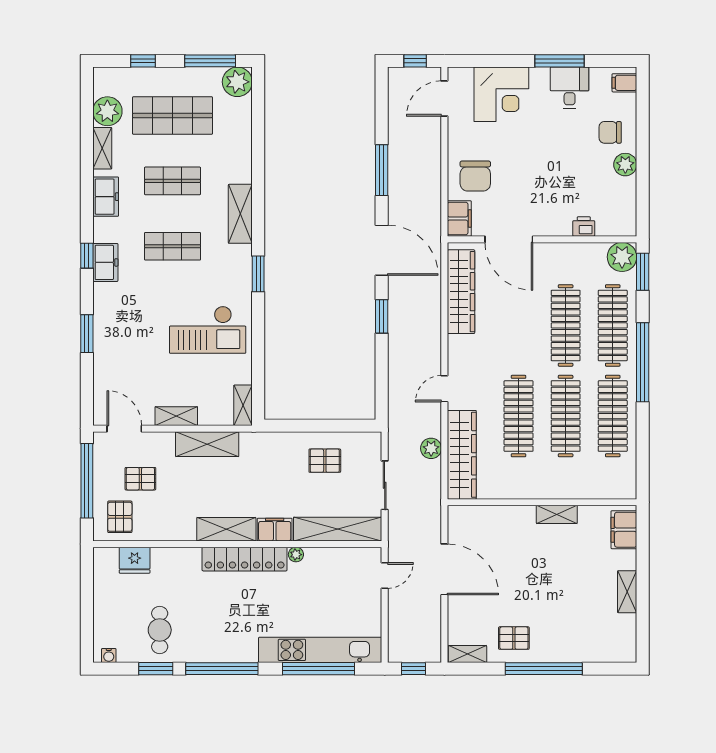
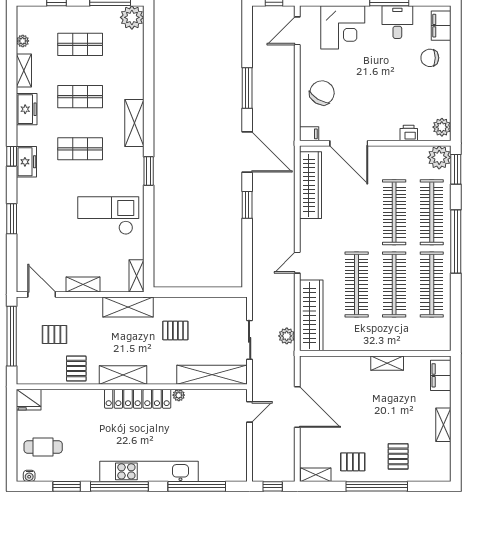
filing cabinet: (624, 83) -> (441, 26), width x2.00
plant: (107, 111) -> (23, 41), width x0.53, depth x0.53
shop shelf: (173, 116) -> (80, 44), width x0.70, depth x0.74
plant: (625, 165) -> (442, 127), moved
chair: (475, 176) -> (322, 93), turned -149
filing cabinet: (459, 218) -> (309, 134), width x0.50
checkout: (208, 330) -> (108, 216), turned 180
shelving: (207, 444) -> (128, 307), moved
plant: (431, 448) -> (287, 336), moved
pallet: (325, 461) -> (175, 331), moved
pallet: (120, 517) -> (76, 368), moved
filing cabinet: (275, 530) -> (162, 375), removed
fridge: (135, 560) -> (29, 400), moved
cafe table: (160, 630) -> (43, 447), moved, turned 90
pallet: (570, 631) -> (398, 456), added
kitchen unit: (320, 650) -> (149, 471), moved

